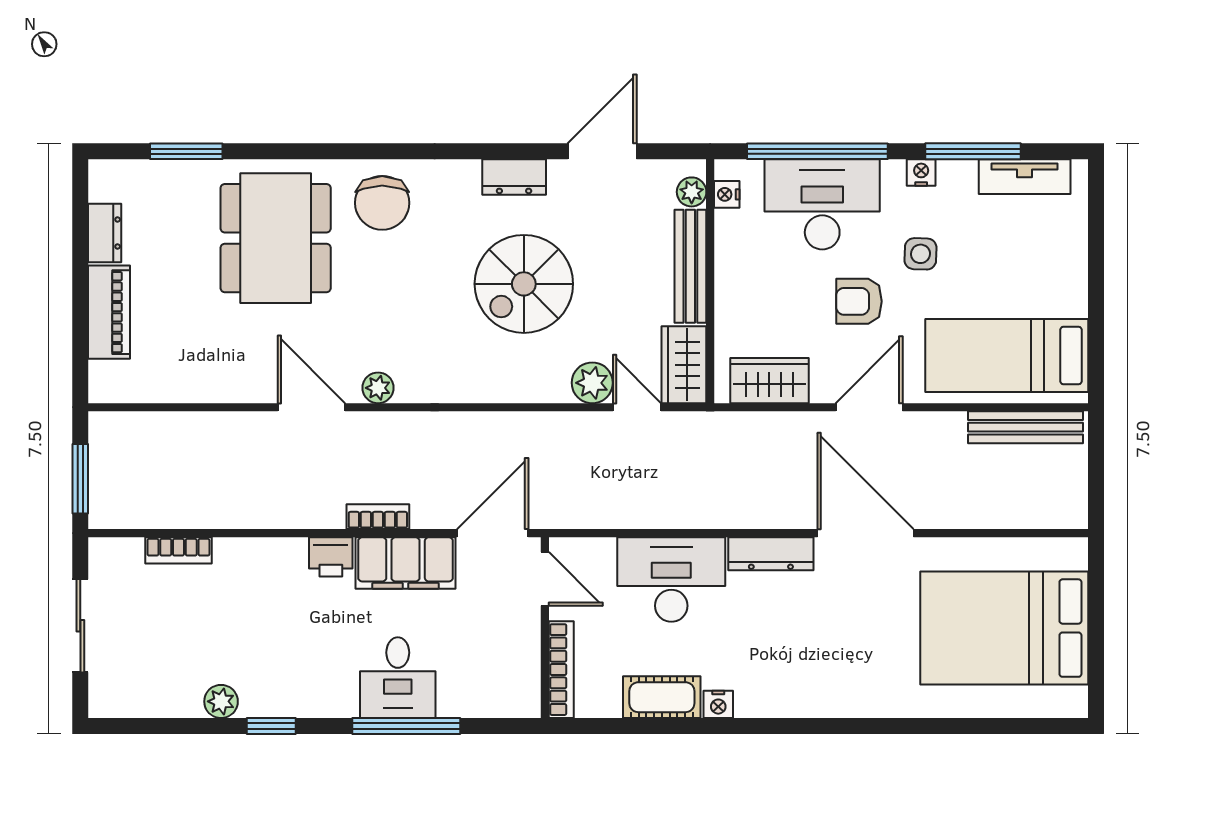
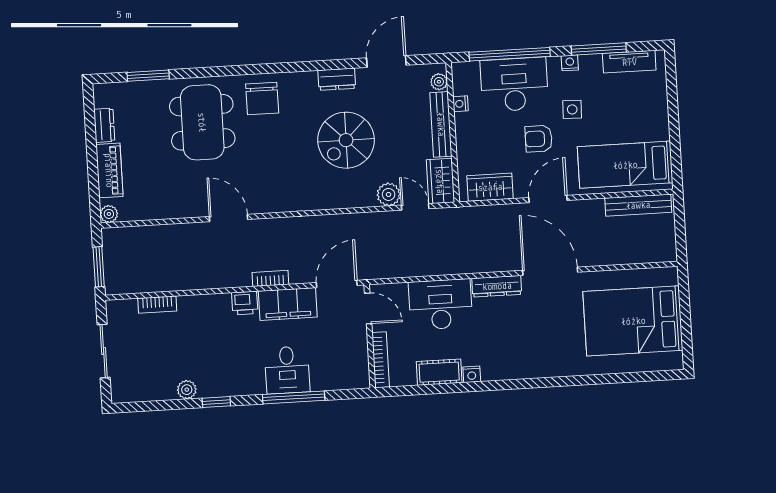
nightstand: (727, 194) -> (461, 104), moved
plant: (378, 388) -> (109, 214), moved

